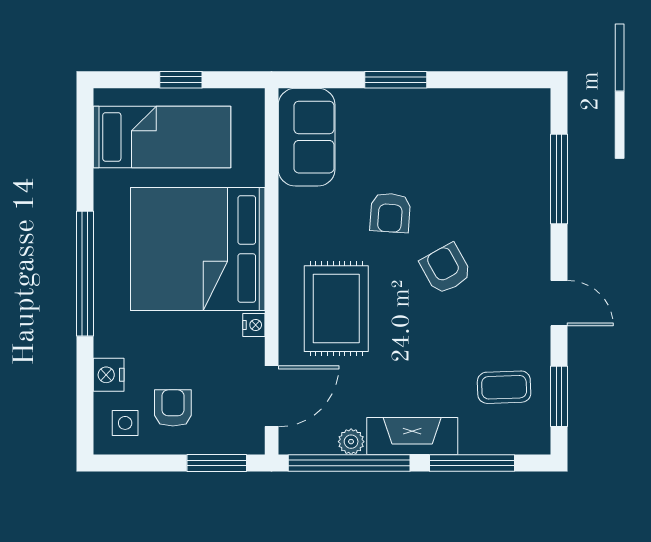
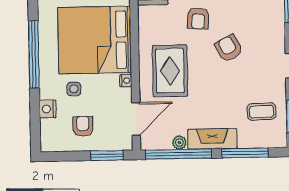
side table: (125, 423) -> (74, 89), moved

